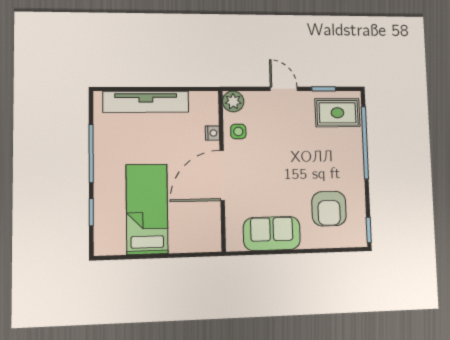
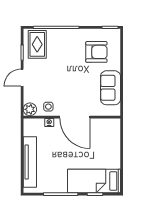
bed: (147, 209) -> (94, 181), moved

